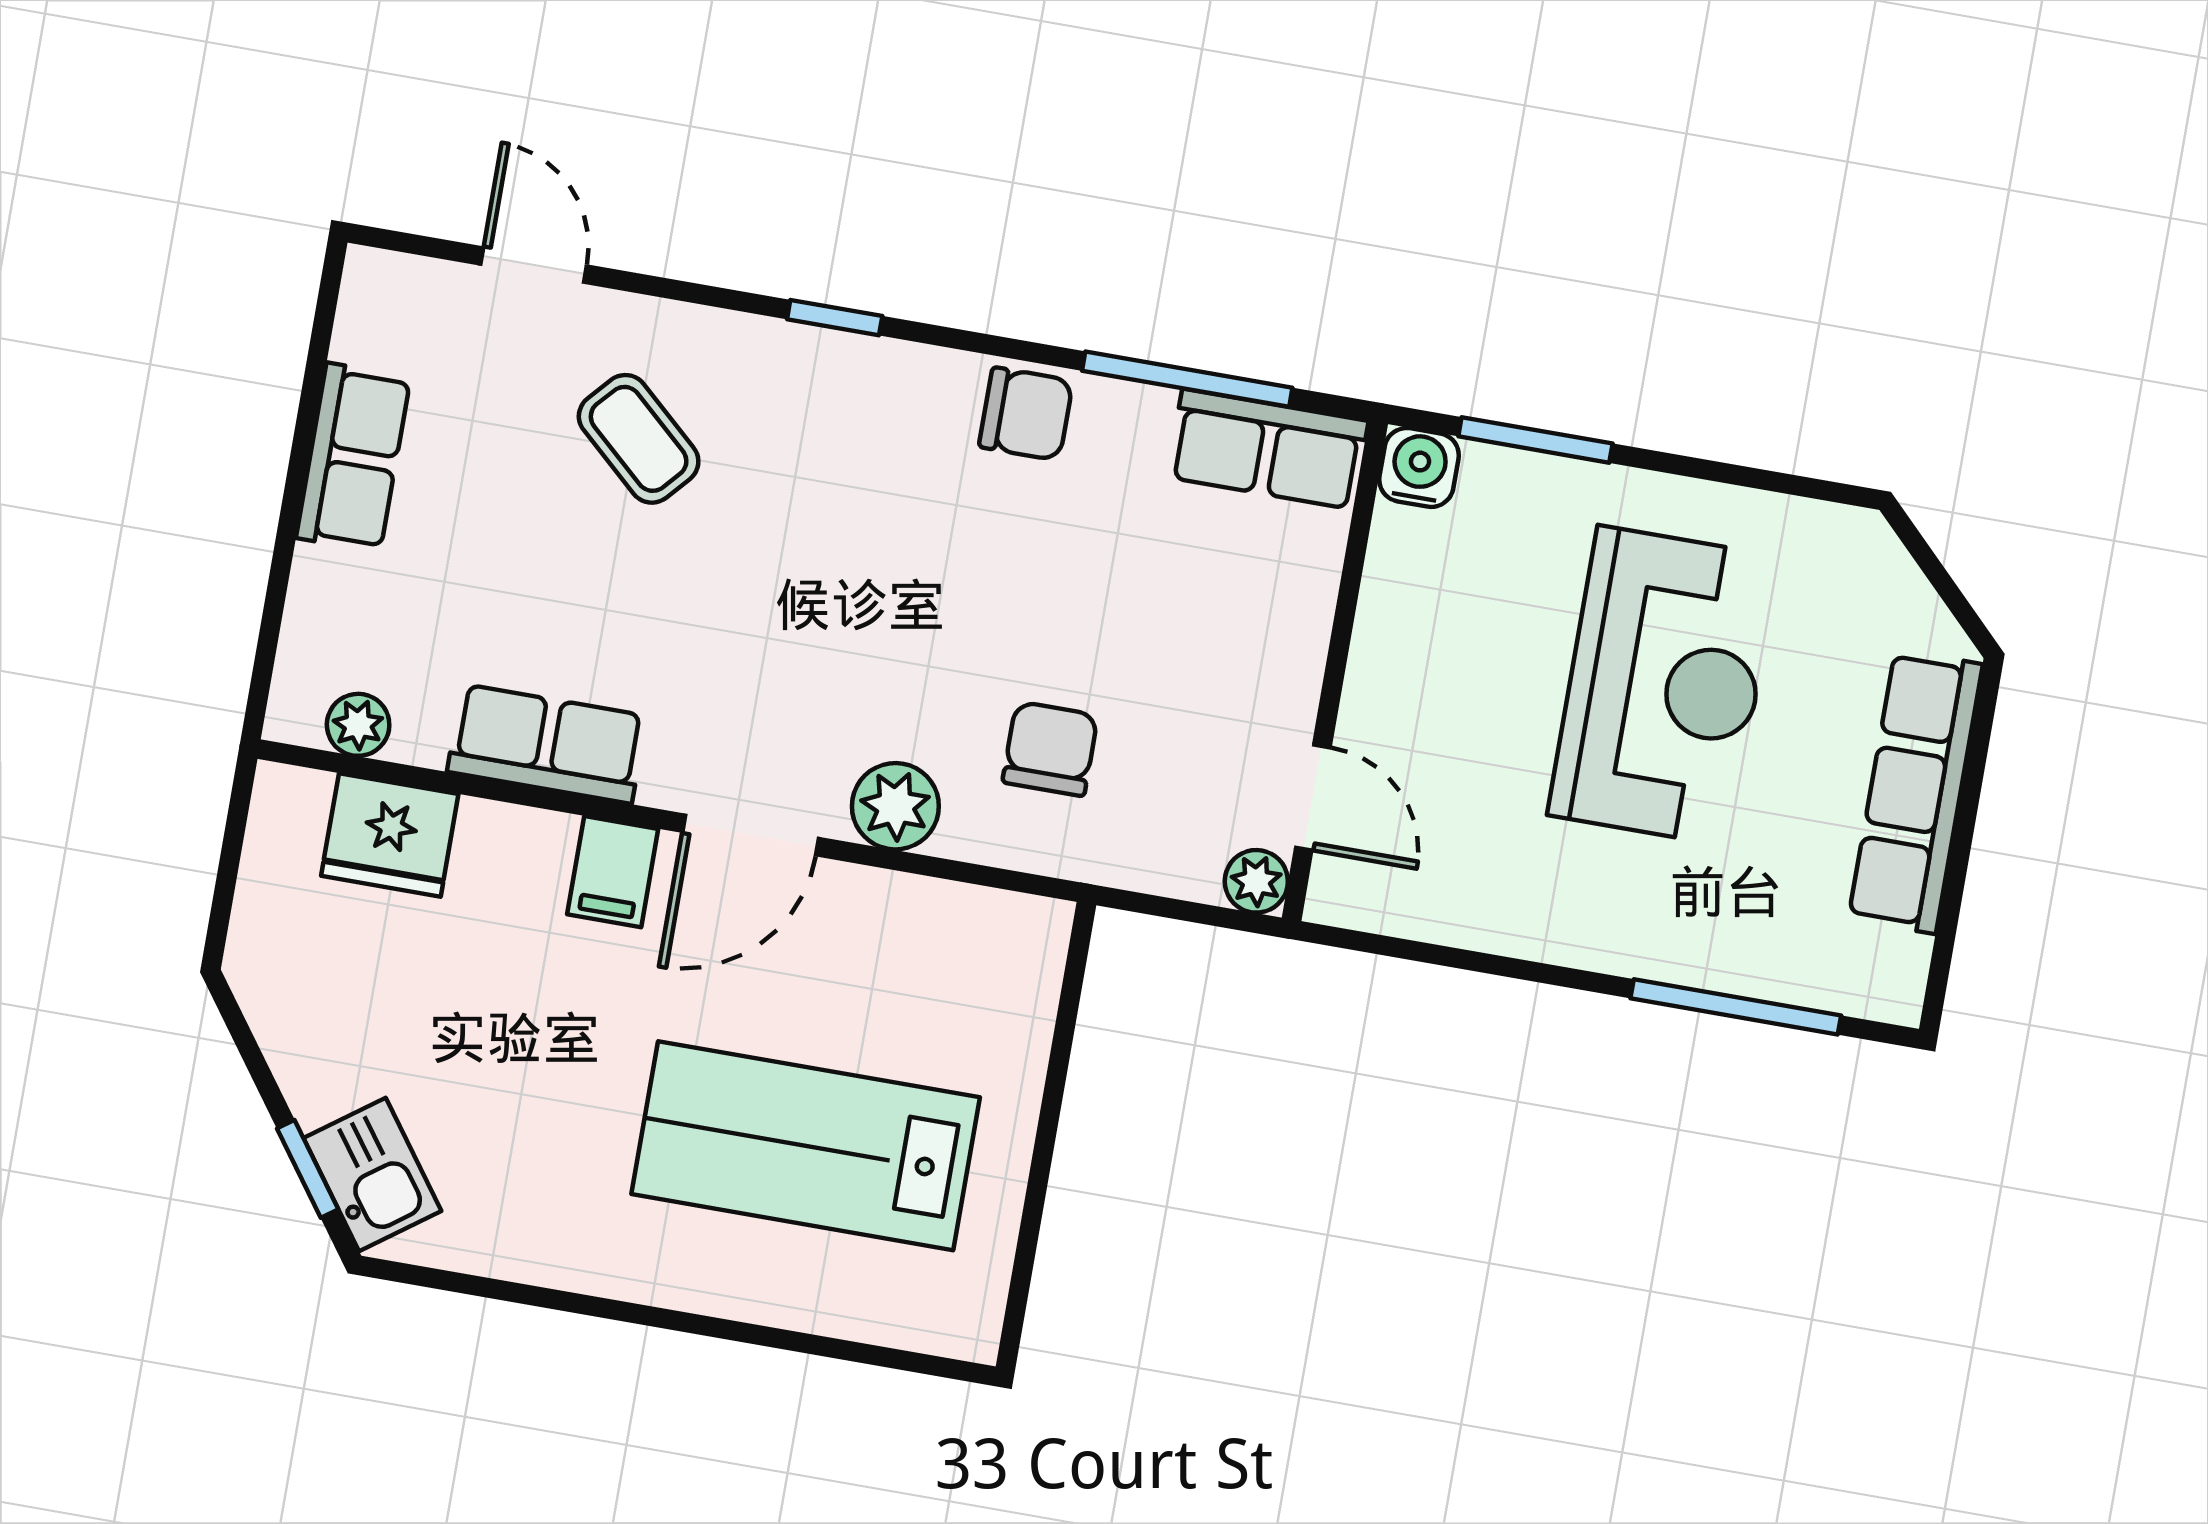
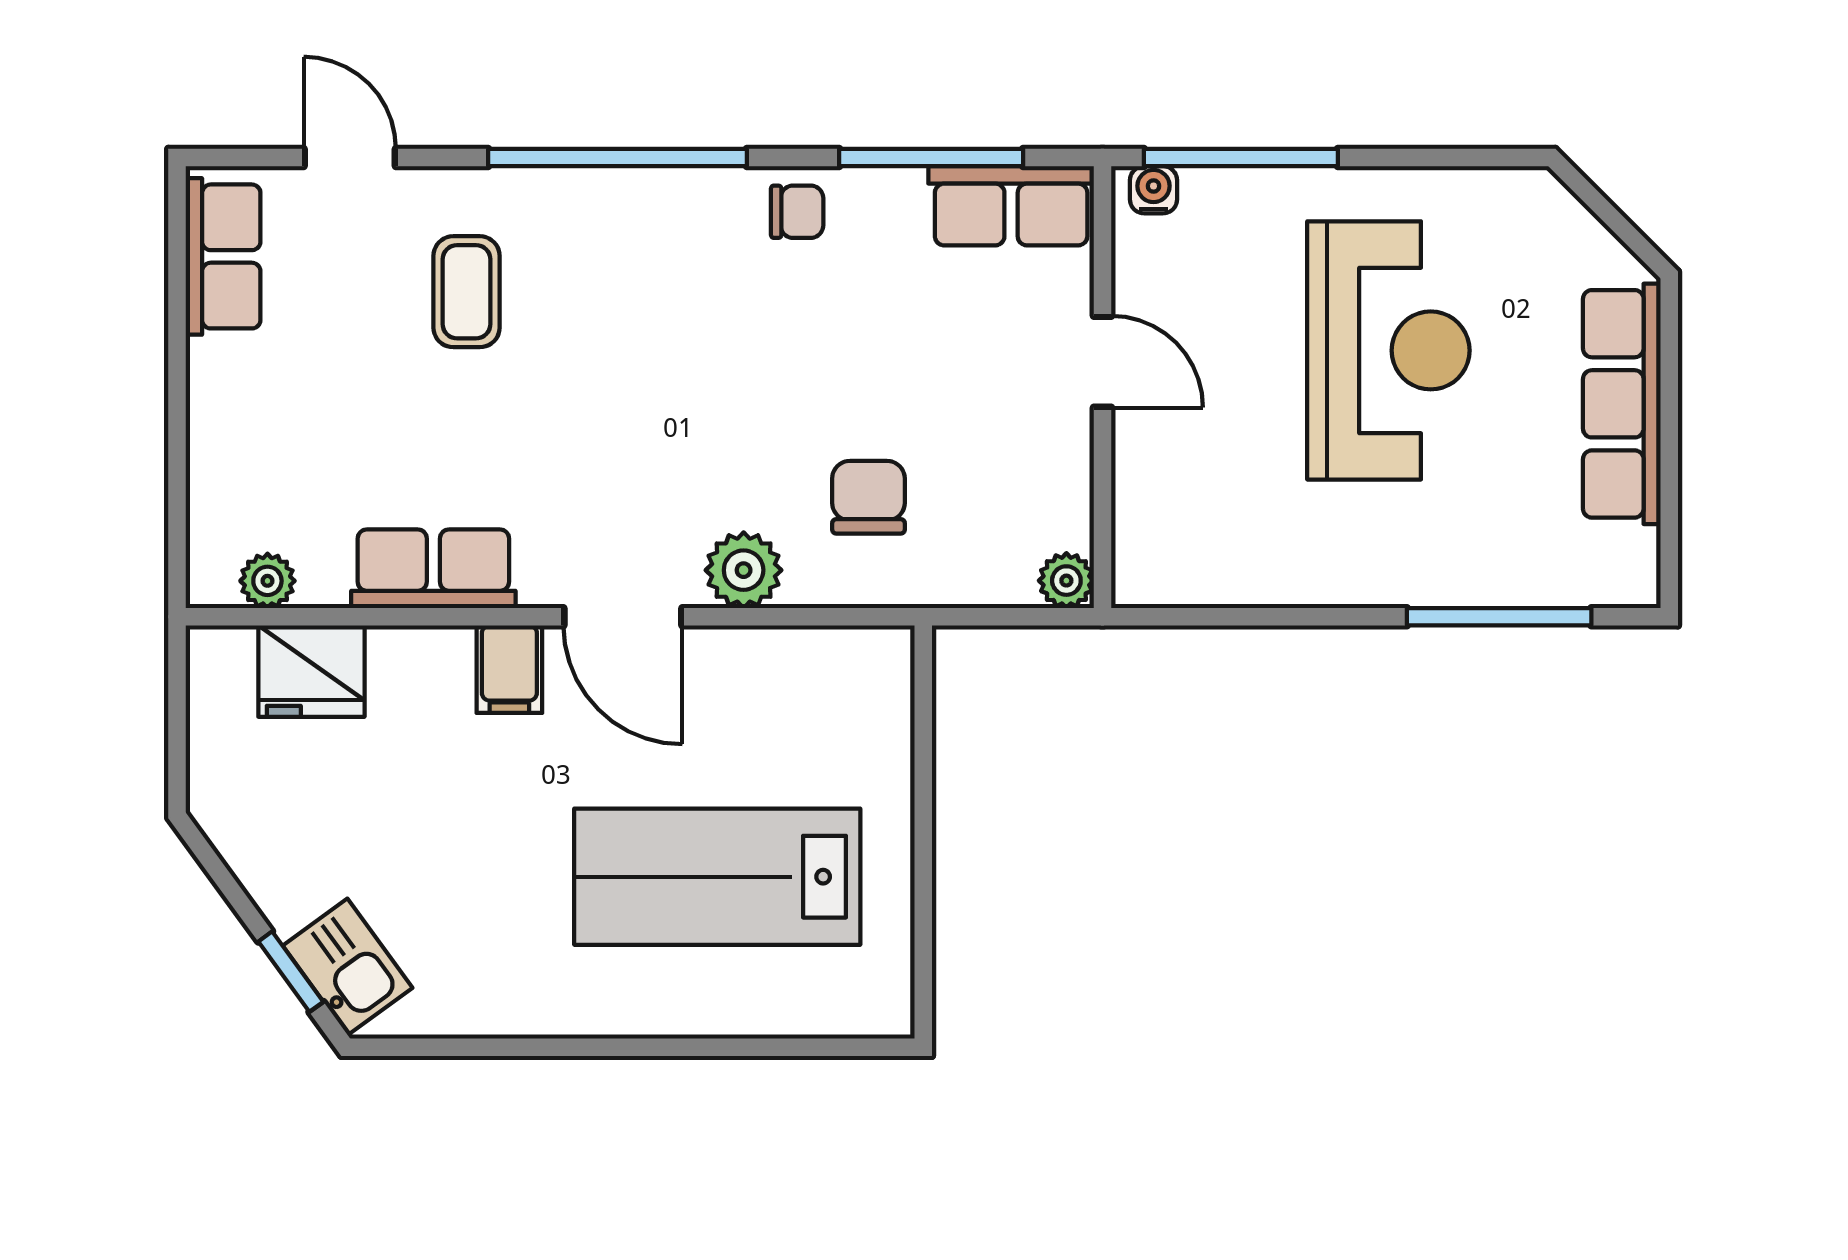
window: (835, 318) -> (617, 158), width x3.17
chair: (1026, 414) -> (797, 212), width x0.73, depth x0.73
coffee table: (639, 439) -> (467, 292), turned 48
window: (1535, 440) -> (1241, 158), width x1.44
row of seats: (353, 458) -> (223, 256), moved
water cooler: (1419, 467) -> (1154, 190), width x0.72, depth x0.72
door: (1313, 797) -> (1103, 362), moved
door: (751, 835) -> (623, 617), hinge flipped

